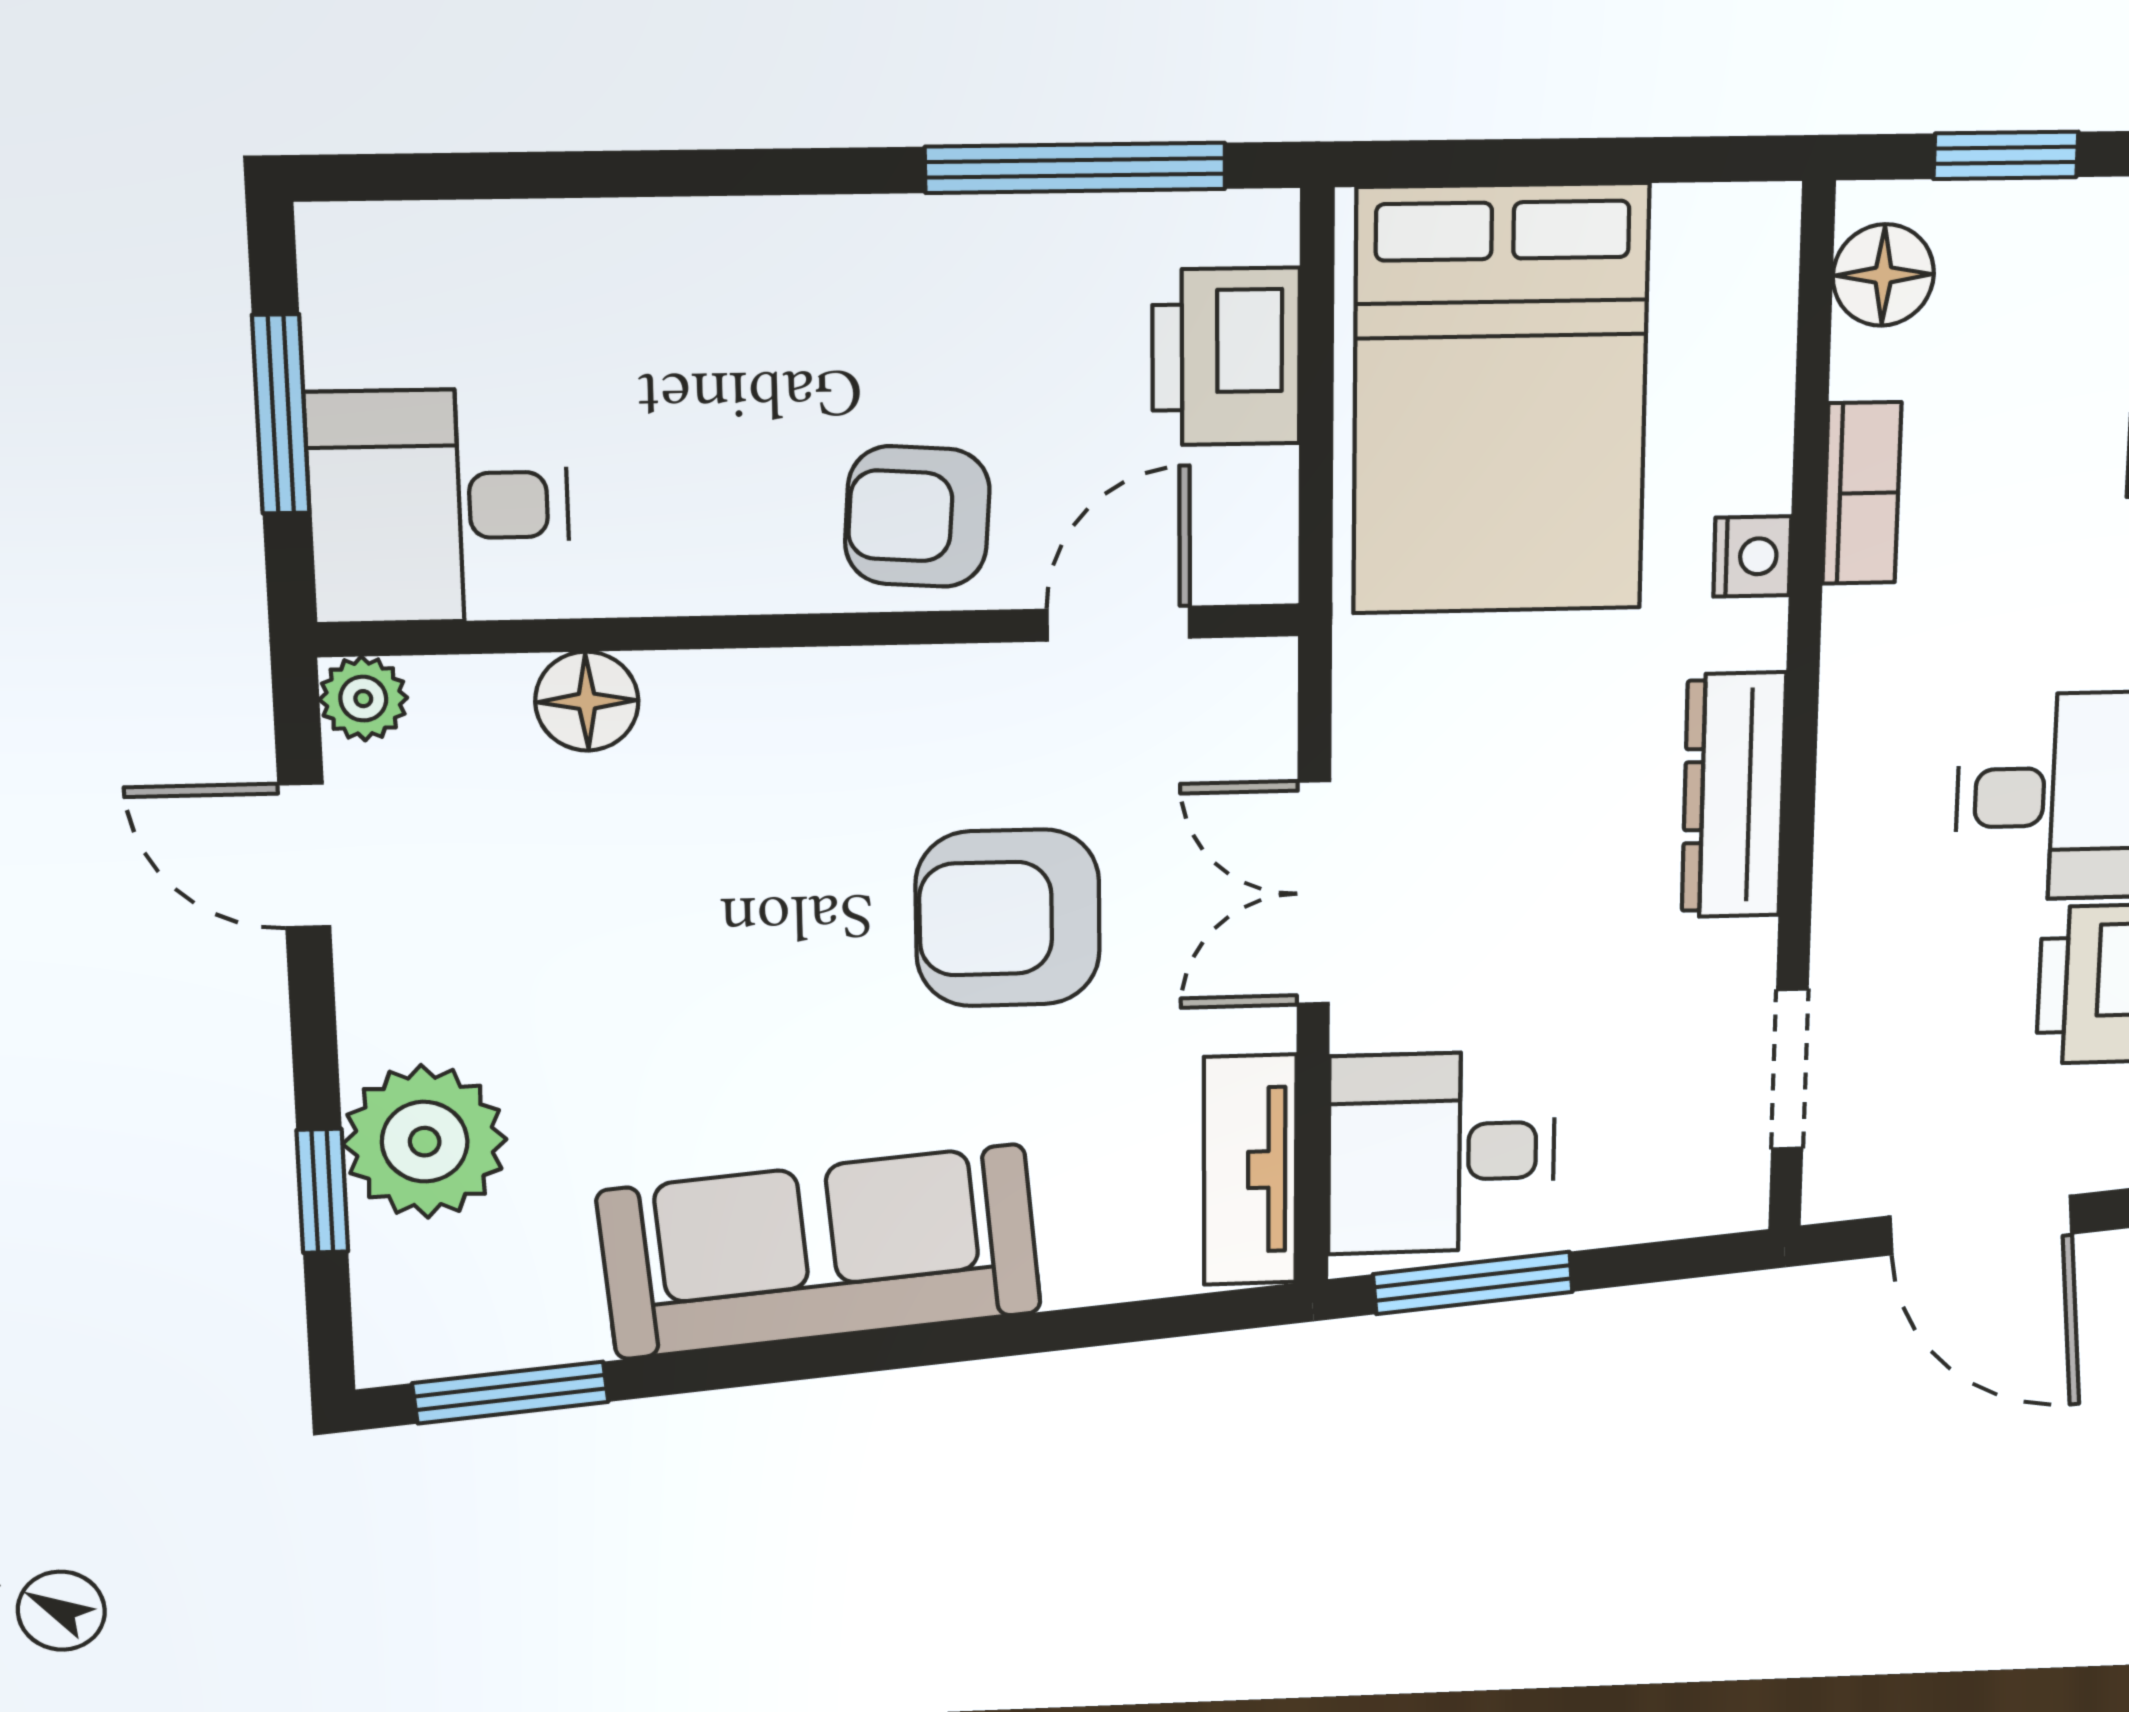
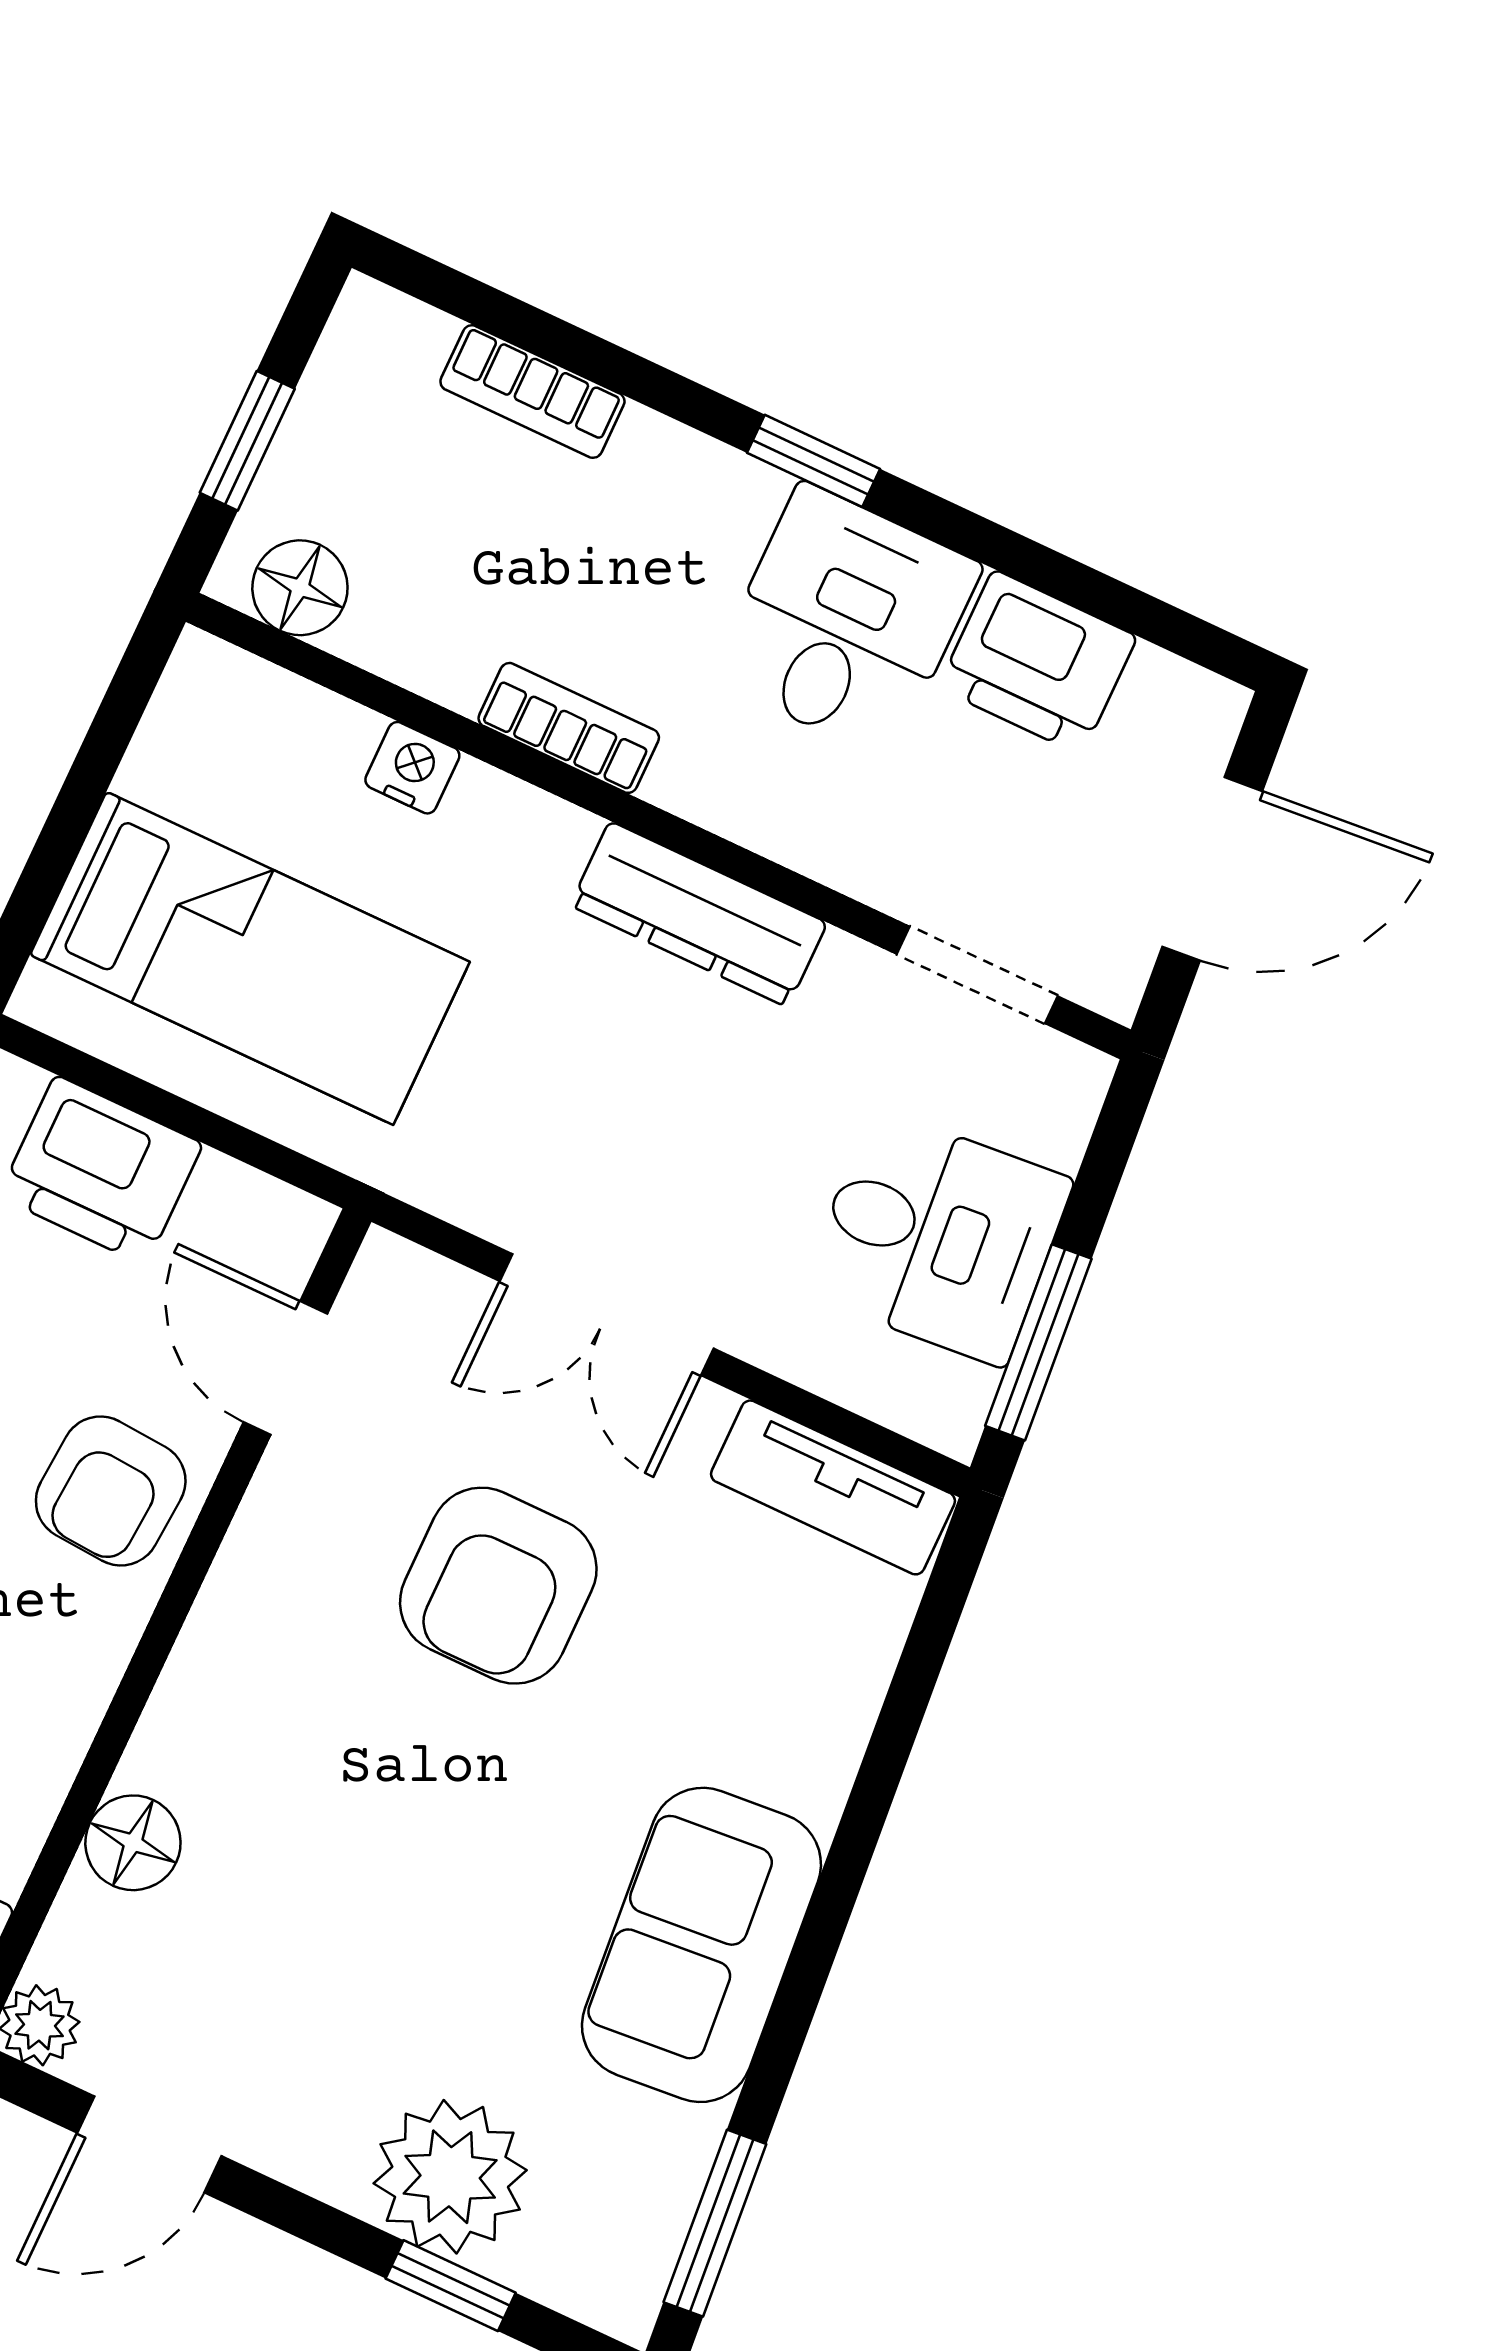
bed: (1500, 400) -> (250, 958), width x0.67
bookcase: (1862, 493) -> (569, 728), moved
nightstand: (1752, 556) -> (412, 768), moved
desk: (1441, 1153) -> (938, 1237), moved, turned -95
sofa: (820, 1252) -> (701, 1945), width x0.73

